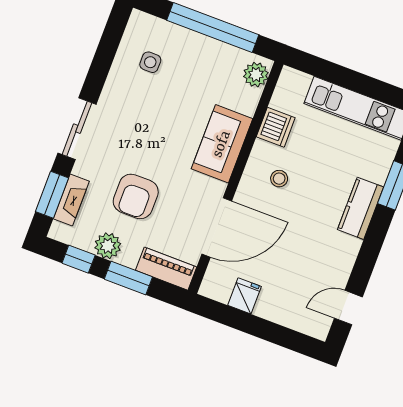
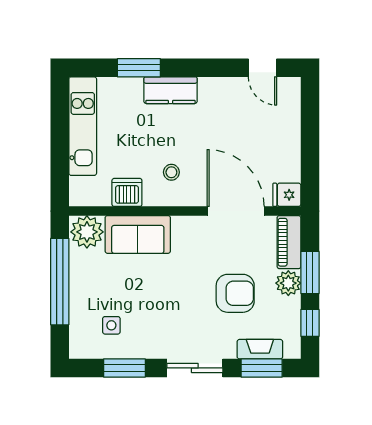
window: (103, 59) -> (124, 368), added
plant: (256, 75) -> (87, 232), width x1.36, depth x1.36
sofa: (222, 144) -> (138, 234), moved
plant: (108, 246) -> (288, 283), moved
fridge: (245, 296) -> (287, 195), moved

